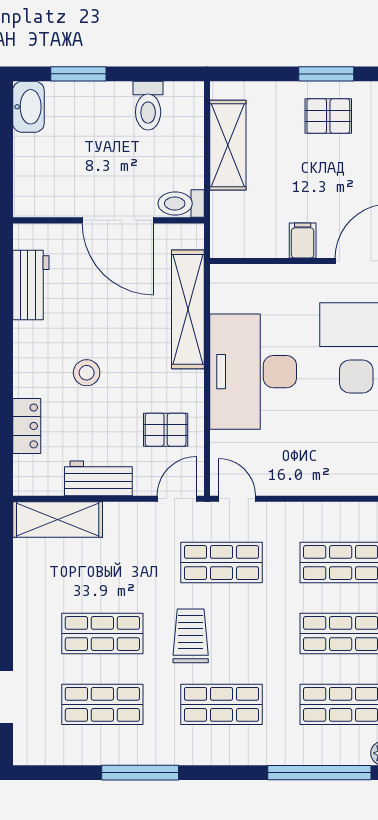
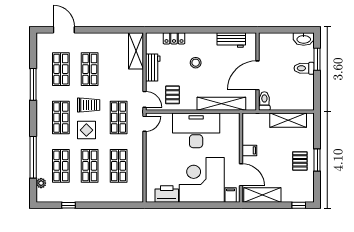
toilet: (148, 106) -> (304, 68), moved
display table: (252, 641) -> (86, 130), added

